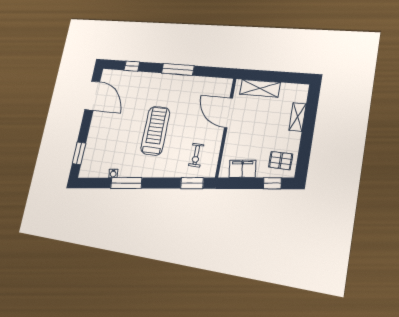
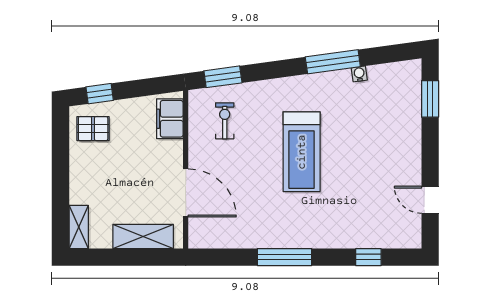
door: (92, 96) -> (430, 200), width x0.53
shelving: (297, 117) -> (79, 227), moved
filing cabinet: (242, 169) -> (170, 119), moved, turned 98

